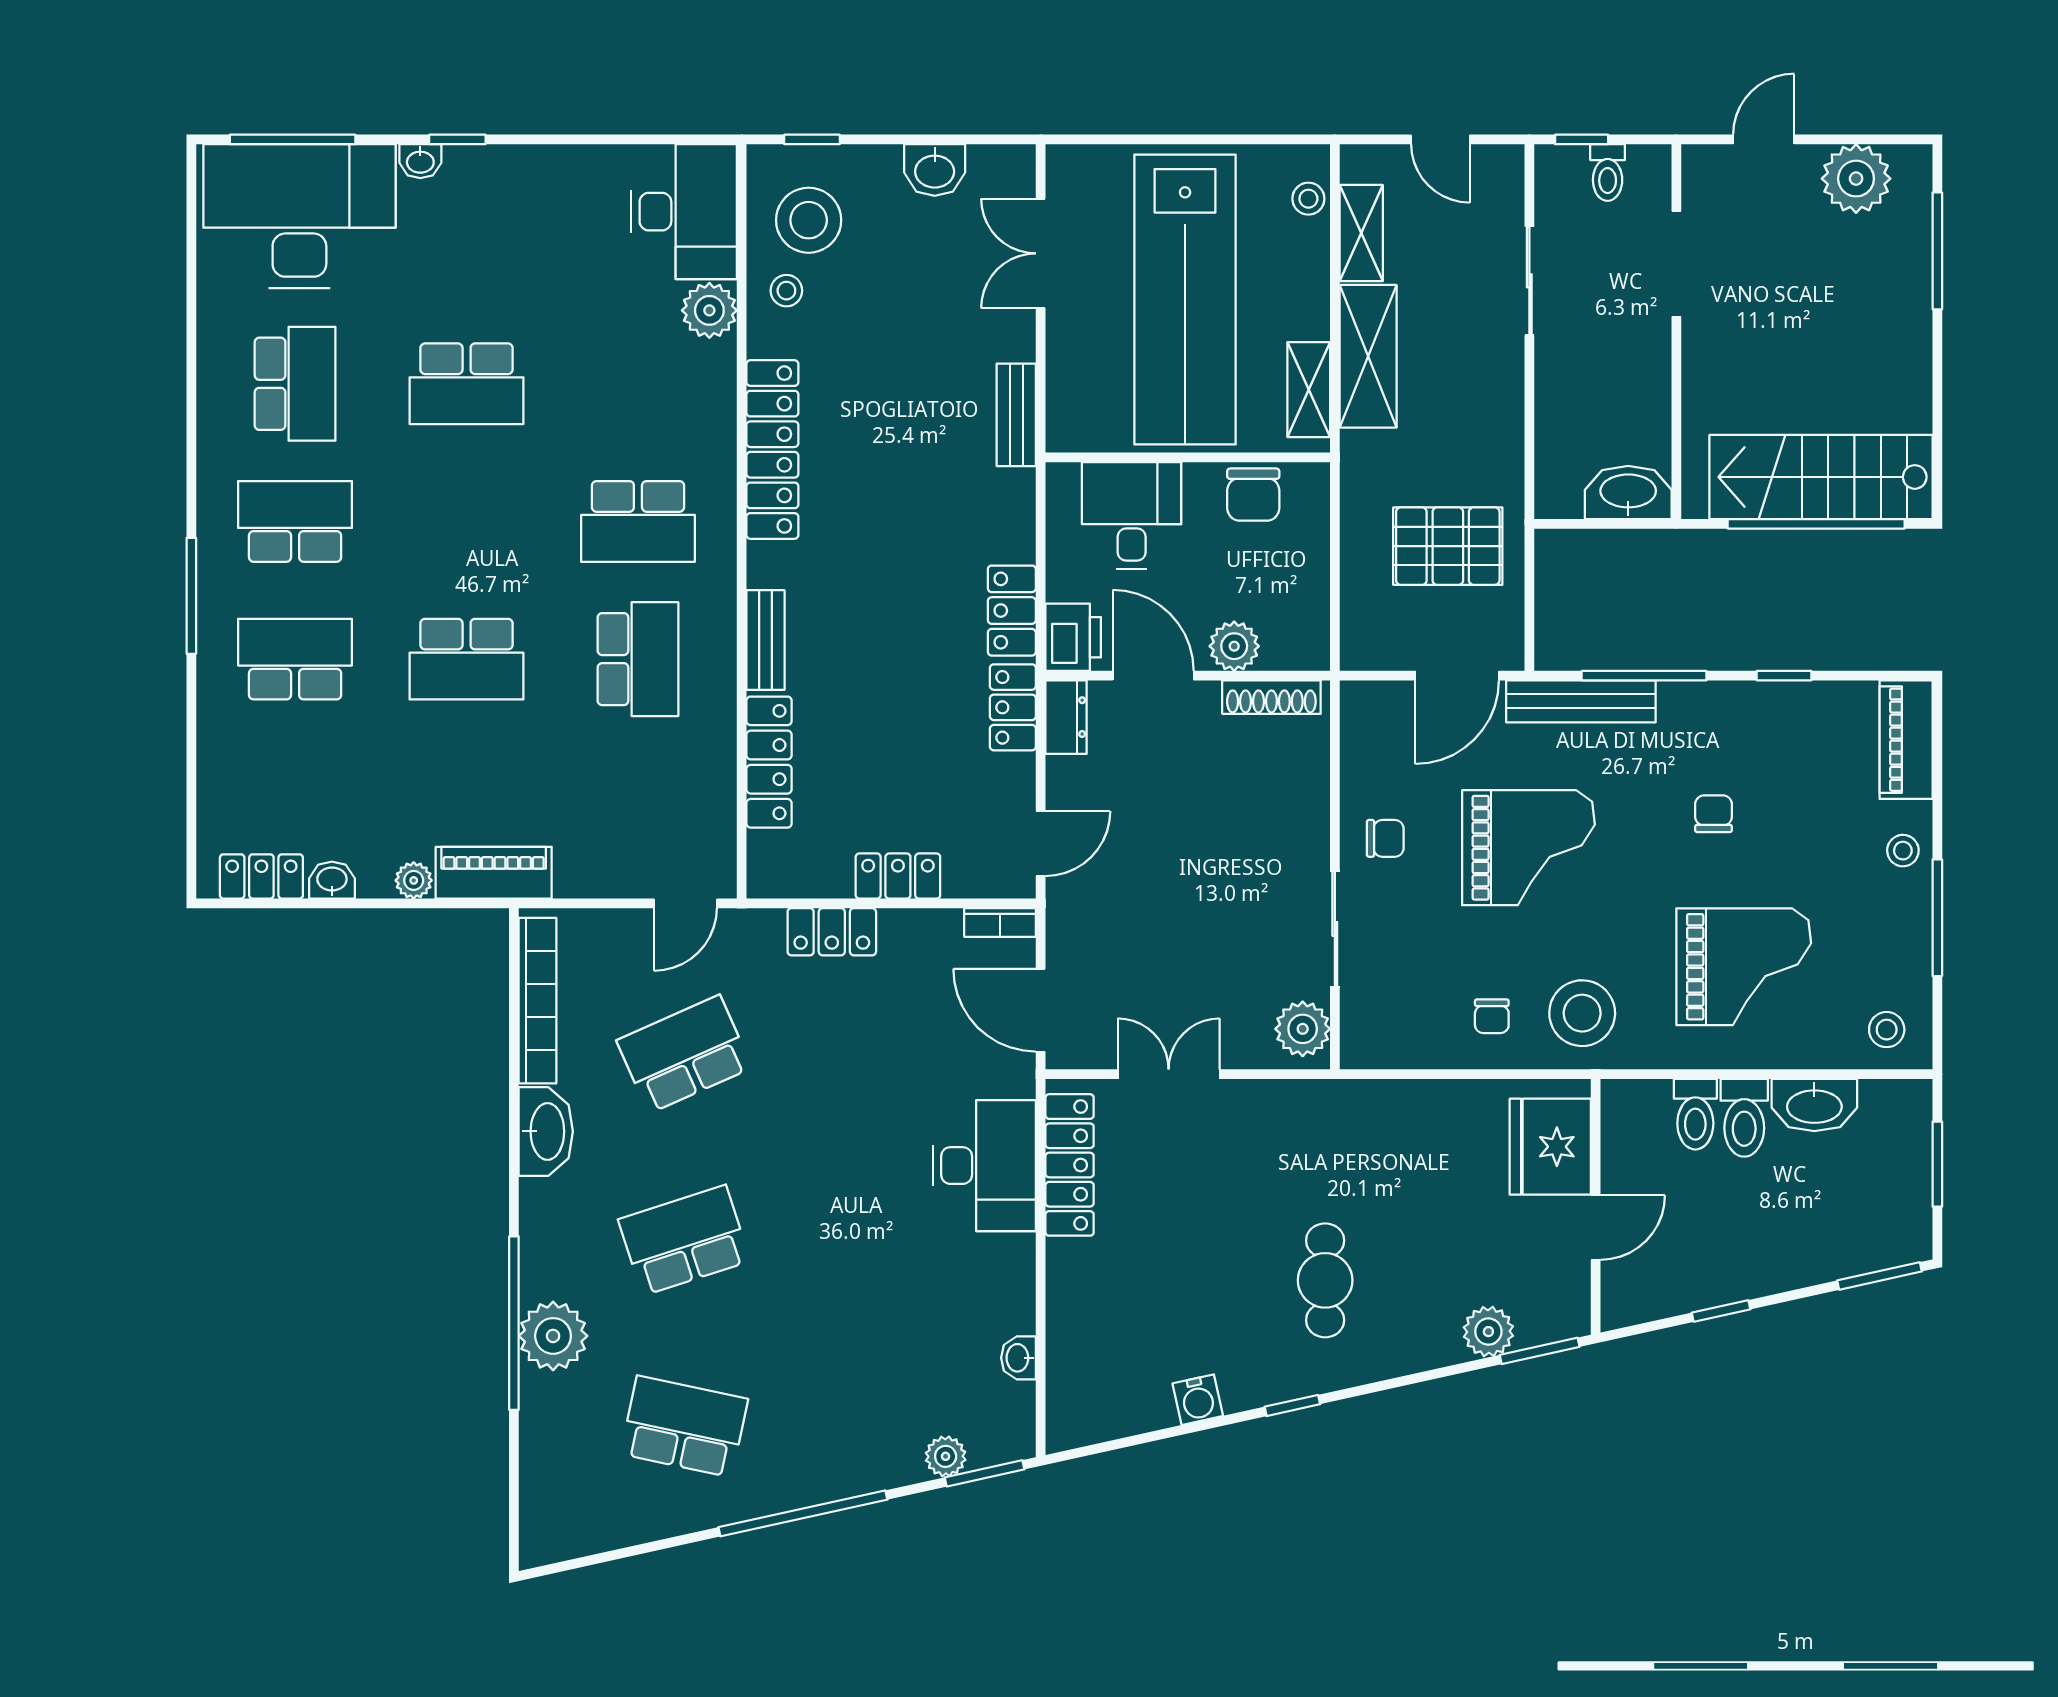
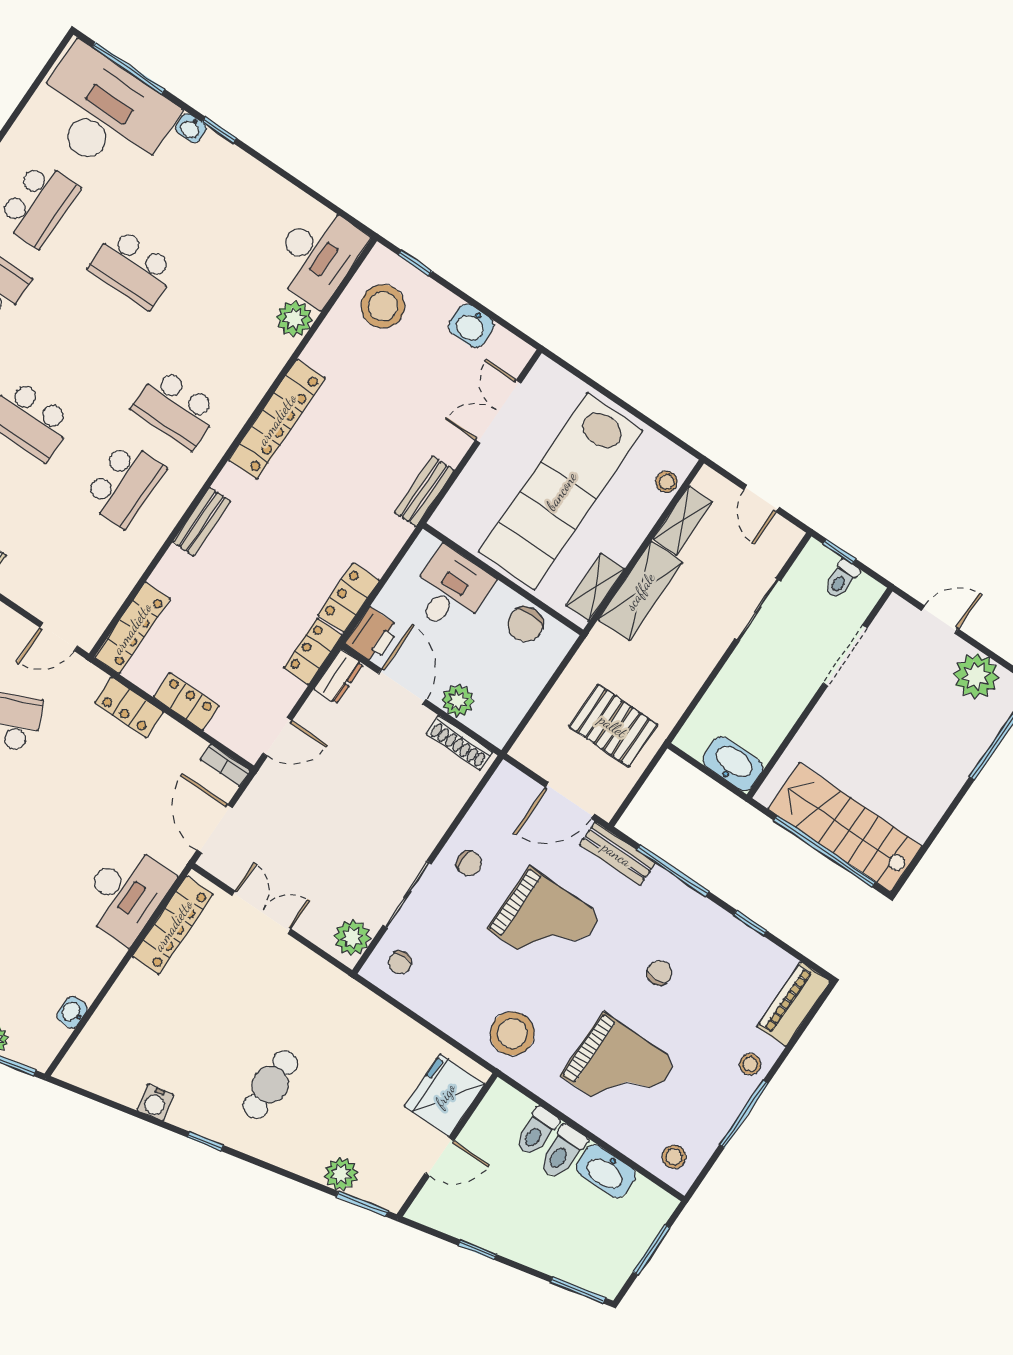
stool: (786, 291) -> (344, 337), removed
bench: (1581, 701) -> (617, 854), width x0.73
locker: (769, 762) -> (132, 628), moved
chair: (1492, 1016) -> (400, 962), moved

